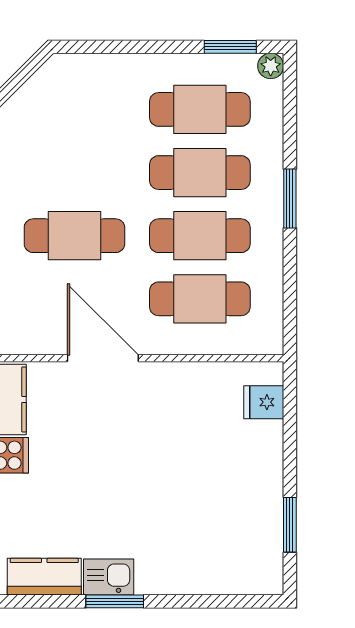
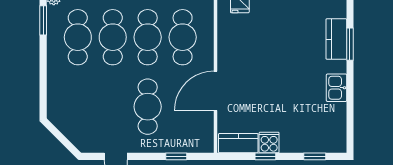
kitchen counter: (44, 577) -> (336, 39), moved
window: (115, 601) -> (350, 44), moved

